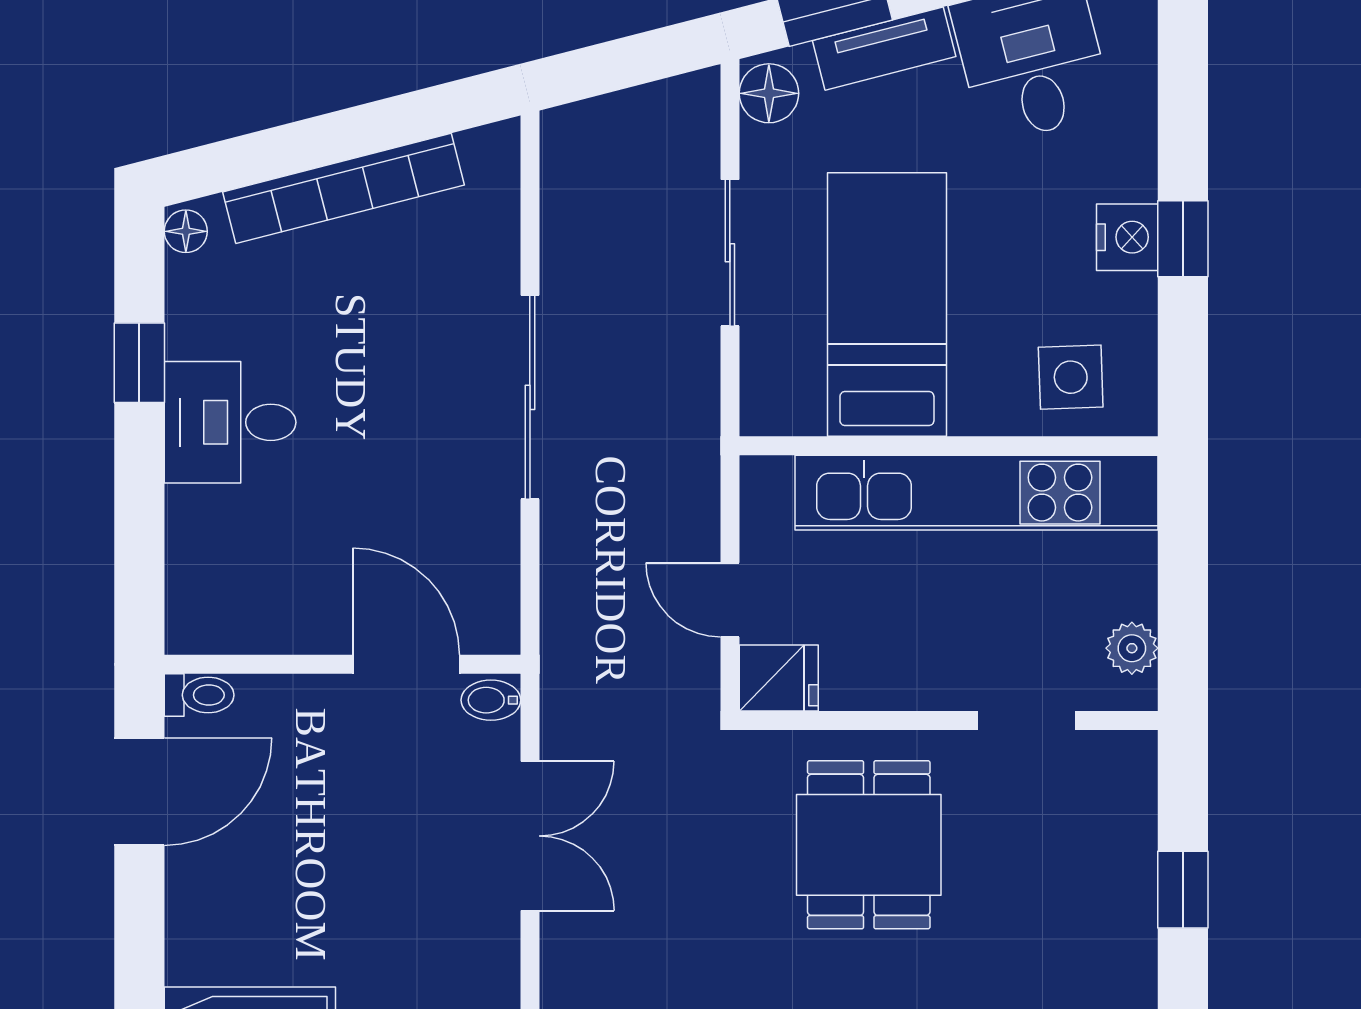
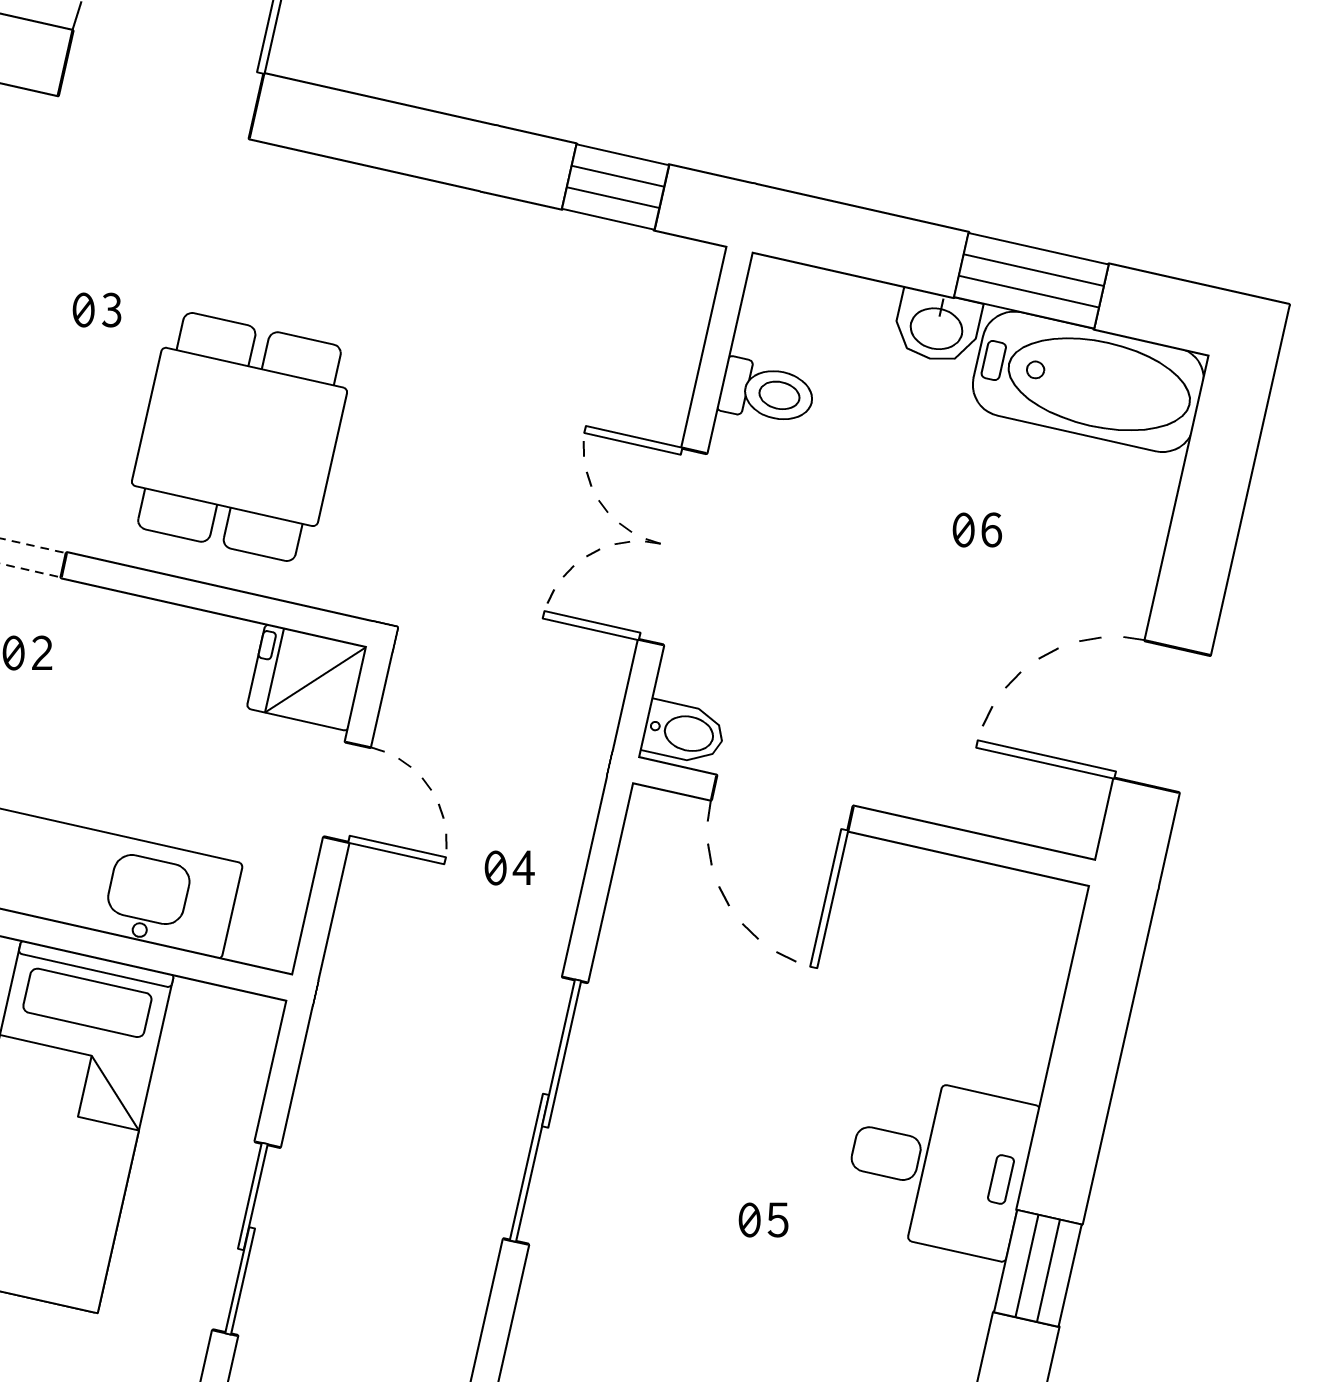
toilet: (199, 695) -> (767, 393), moved, turned 180

